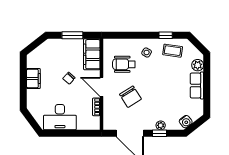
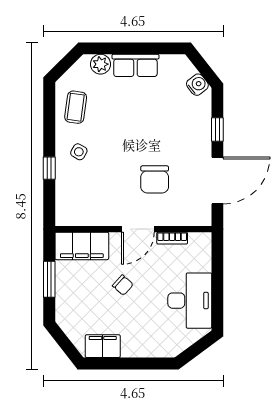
window: (166, 35) -> (49, 168), moved
wheelchair: (124, 64) -> (99, 191), removed
filing cabinet: (33, 79) -> (103, 346), moved
chair: (130, 97) -> (155, 179), turned 122
plant: (161, 125) -> (204, 128), removed

